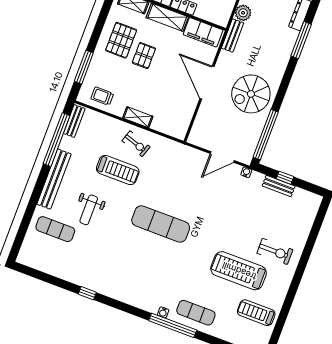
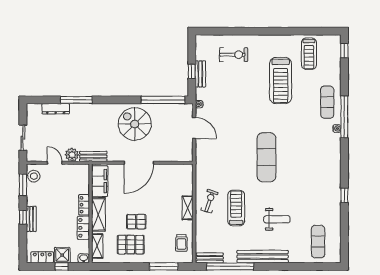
spiral stairs: (251, 94) -> (135, 124), turned 180
exercise mat: (55, 229) -> (318, 242), moved
exercise bike: (275, 251) -> (234, 55), moved, turned 90

